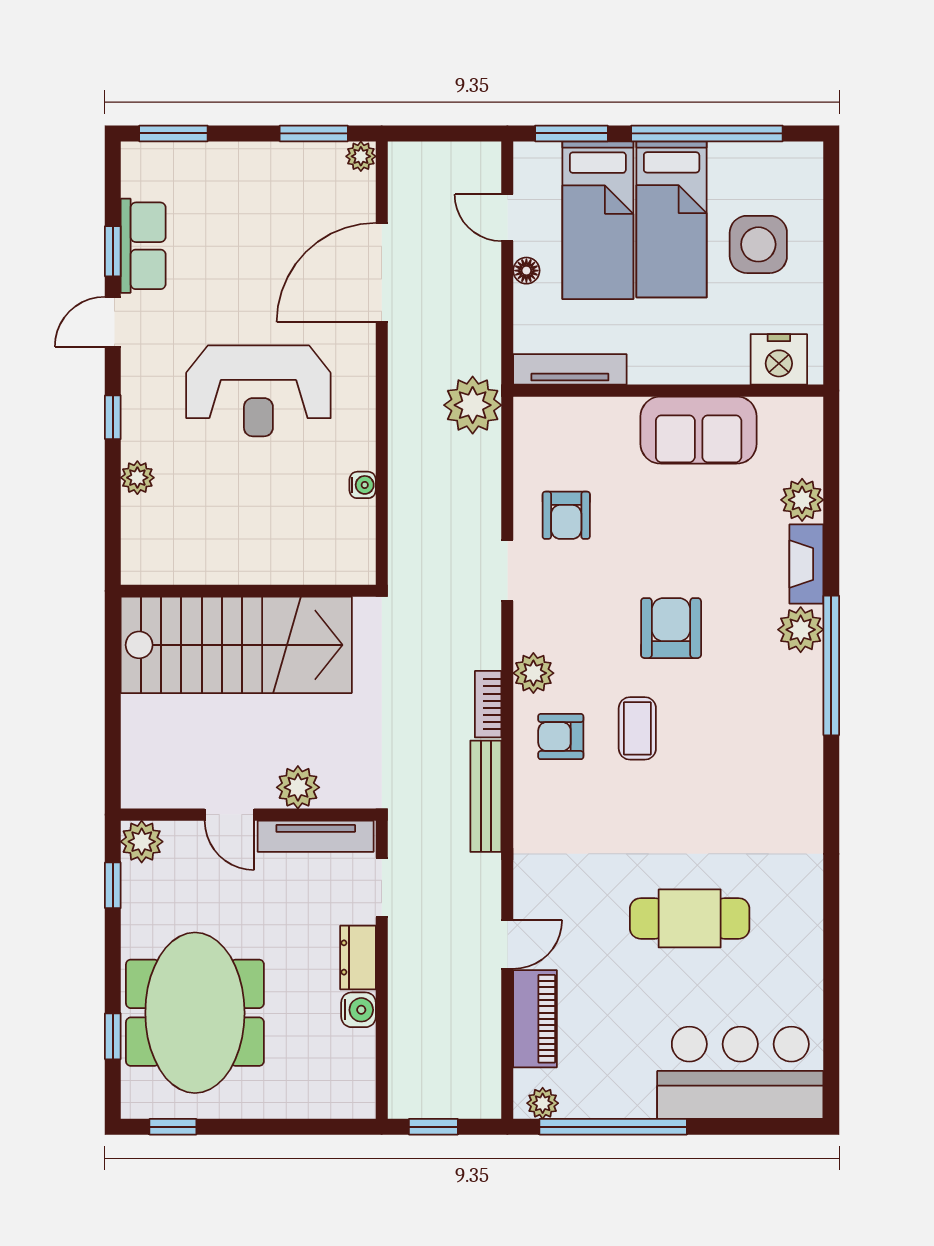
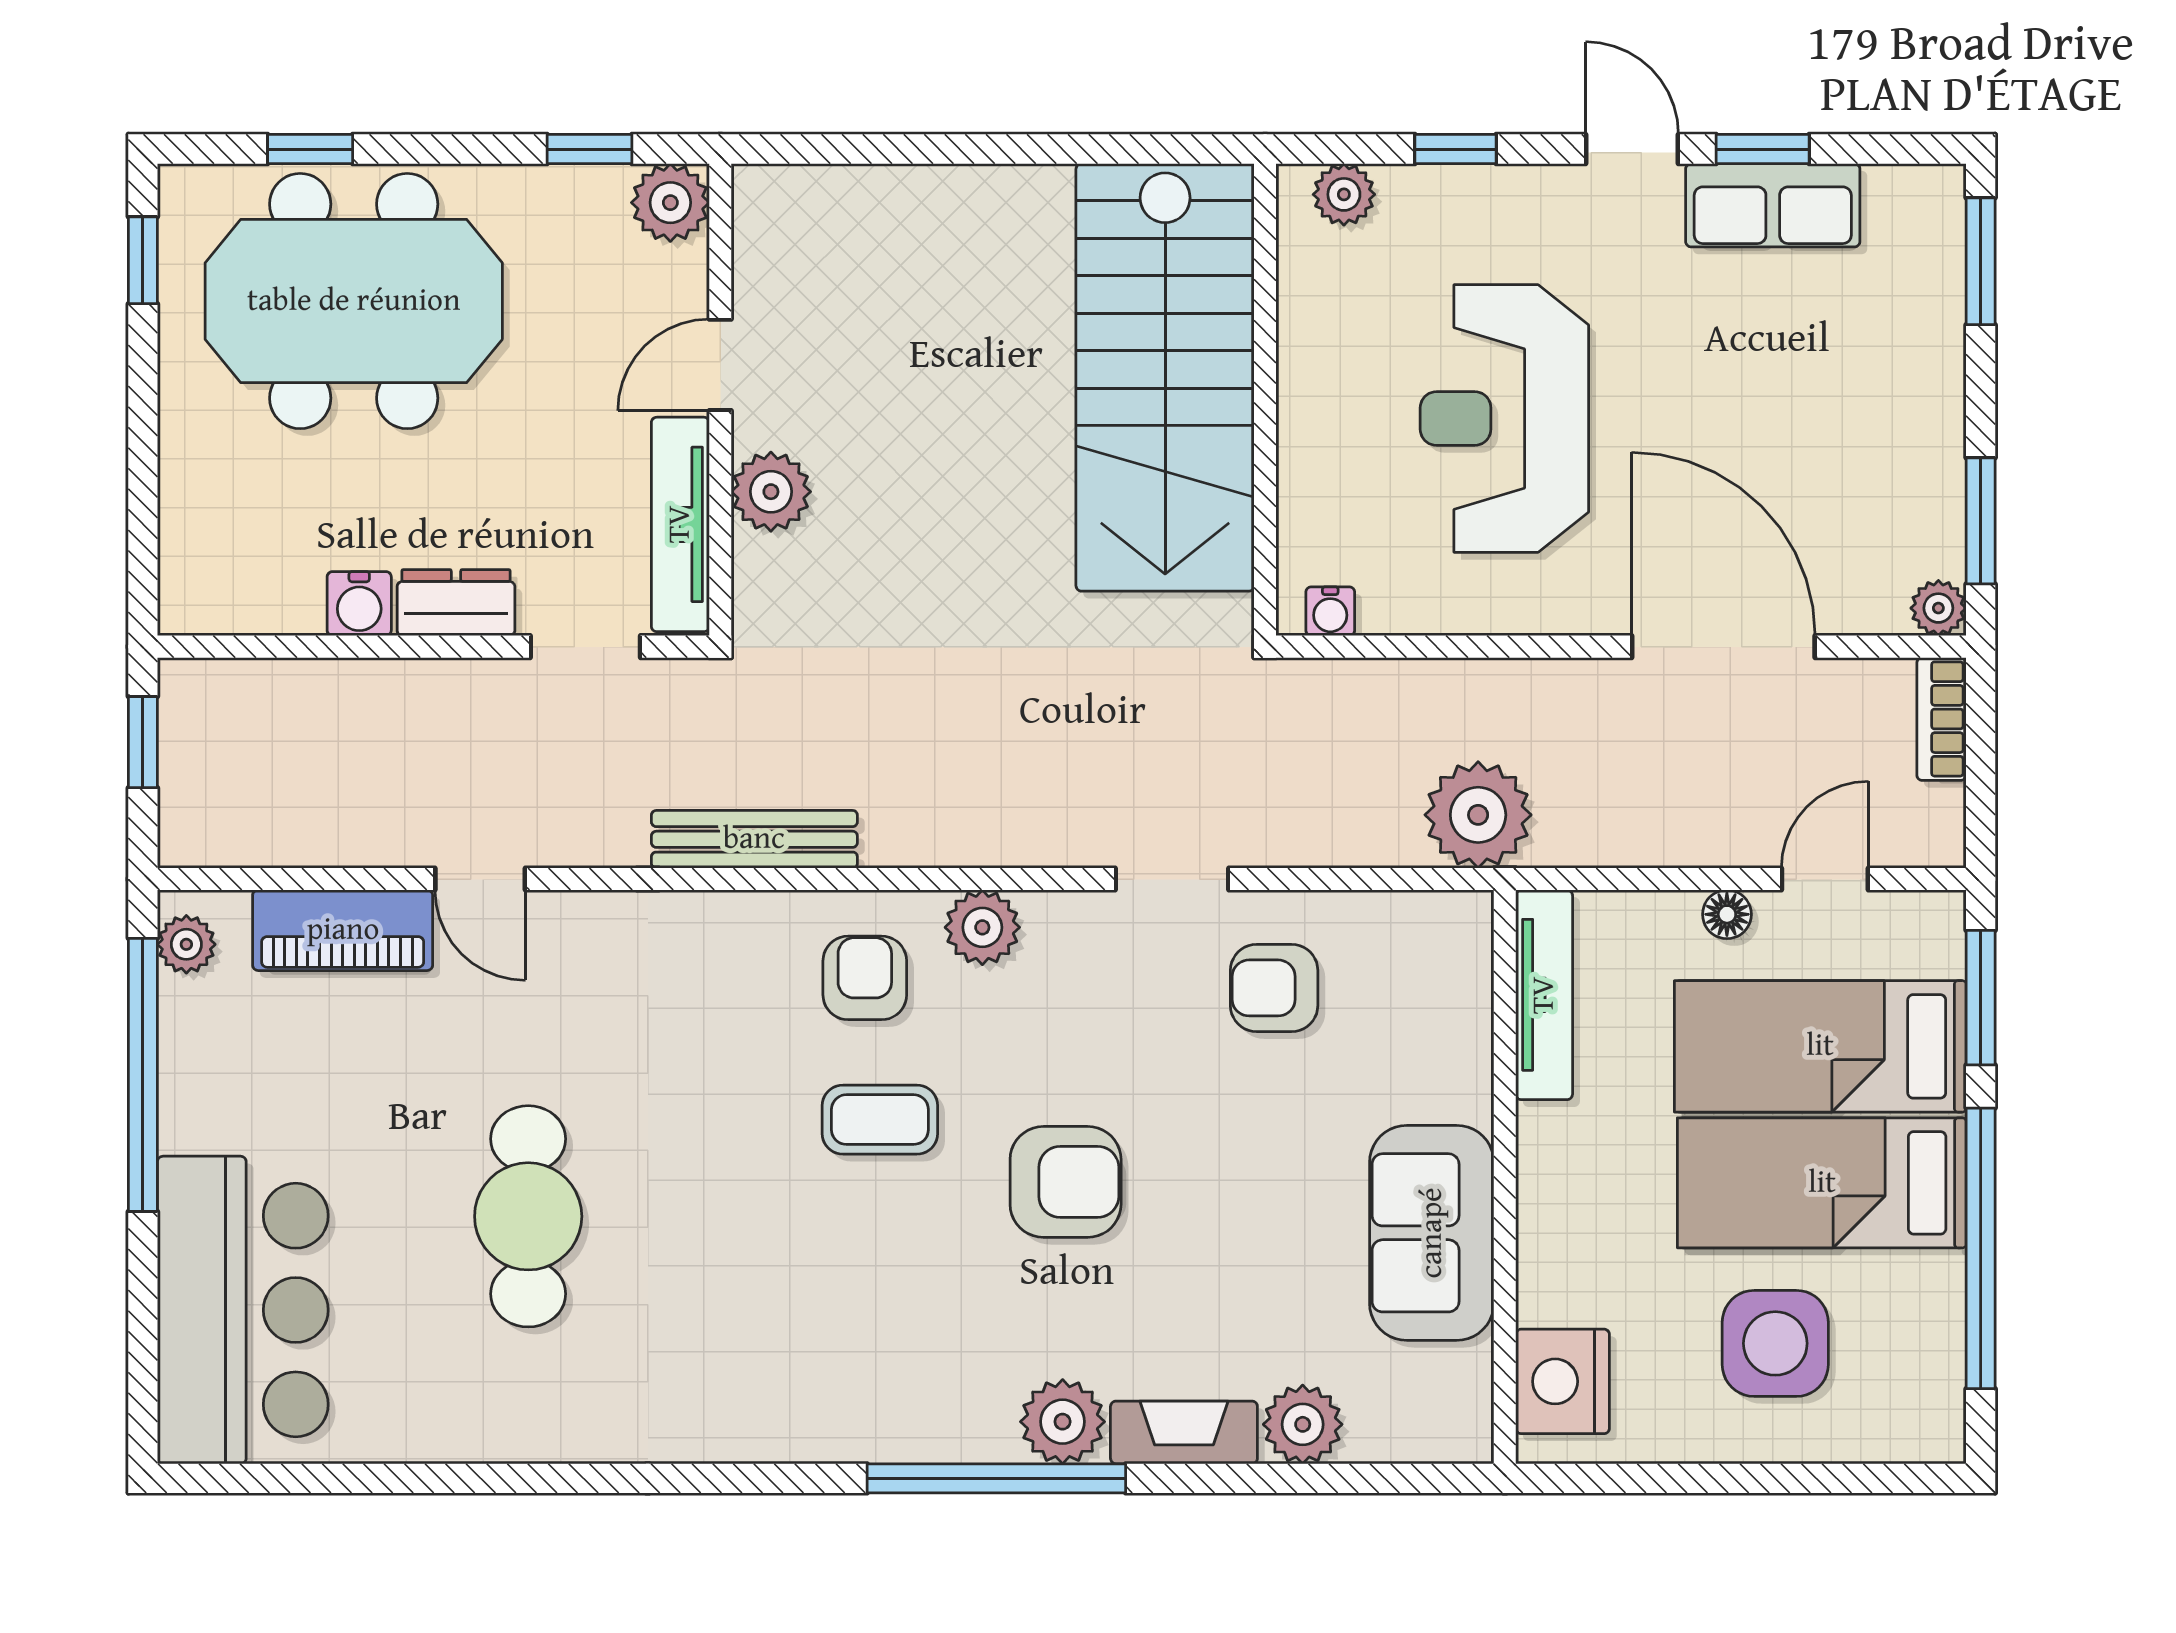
wall: (248, 591) -> (1265, 400), moved
stairs: (236, 645) -> (1165, 377), moved
bookcase: (488, 704) -> (1941, 719), moved, turned -90

